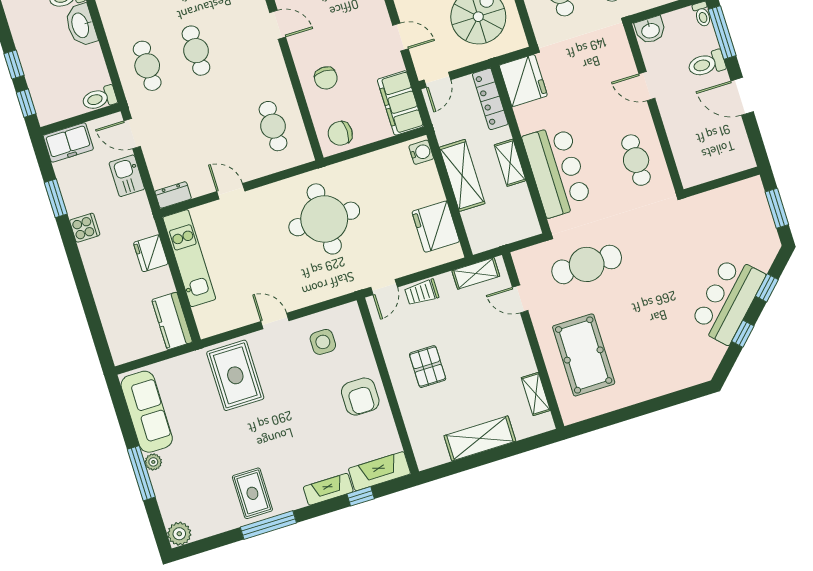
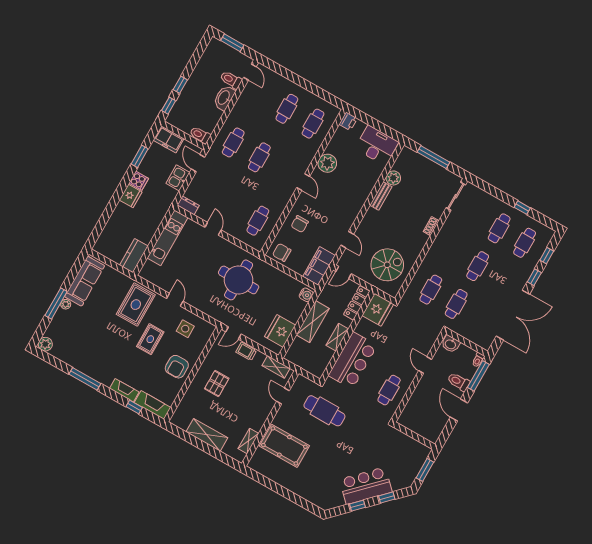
fridge: (151, 253) -> (131, 196), moved, turned 180
pool table: (584, 355) -> (284, 446), turned 90
rug: (252, 493) -> (150, 339), moved

